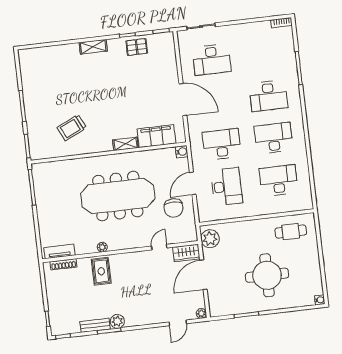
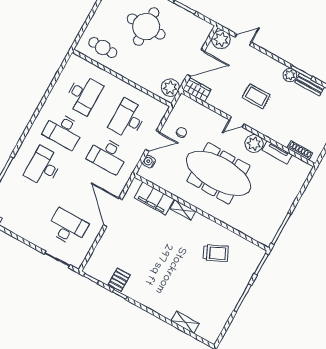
shelving: (93, 47) -> (185, 322), moved
pallet: (137, 47) -> (119, 280), turned 90
desk: (268, 96) -> (43, 167), turned -90
water cooler: (182, 152) -> (149, 162), moved
desk: (278, 180) -> (84, 95), turned -90
chair: (173, 208) -> (182, 132), width x0.54, depth x0.54
plant: (102, 247) -> (254, 144), width x1.88, depth x1.88
door: (159, 247) -> (237, 122), moved
tv unit: (59, 251) -> (277, 152), moved
rug: (101, 271) -> (256, 96), moved, turned 90
plant: (201, 313) -> (221, 40), width x1.87, depth x1.87

